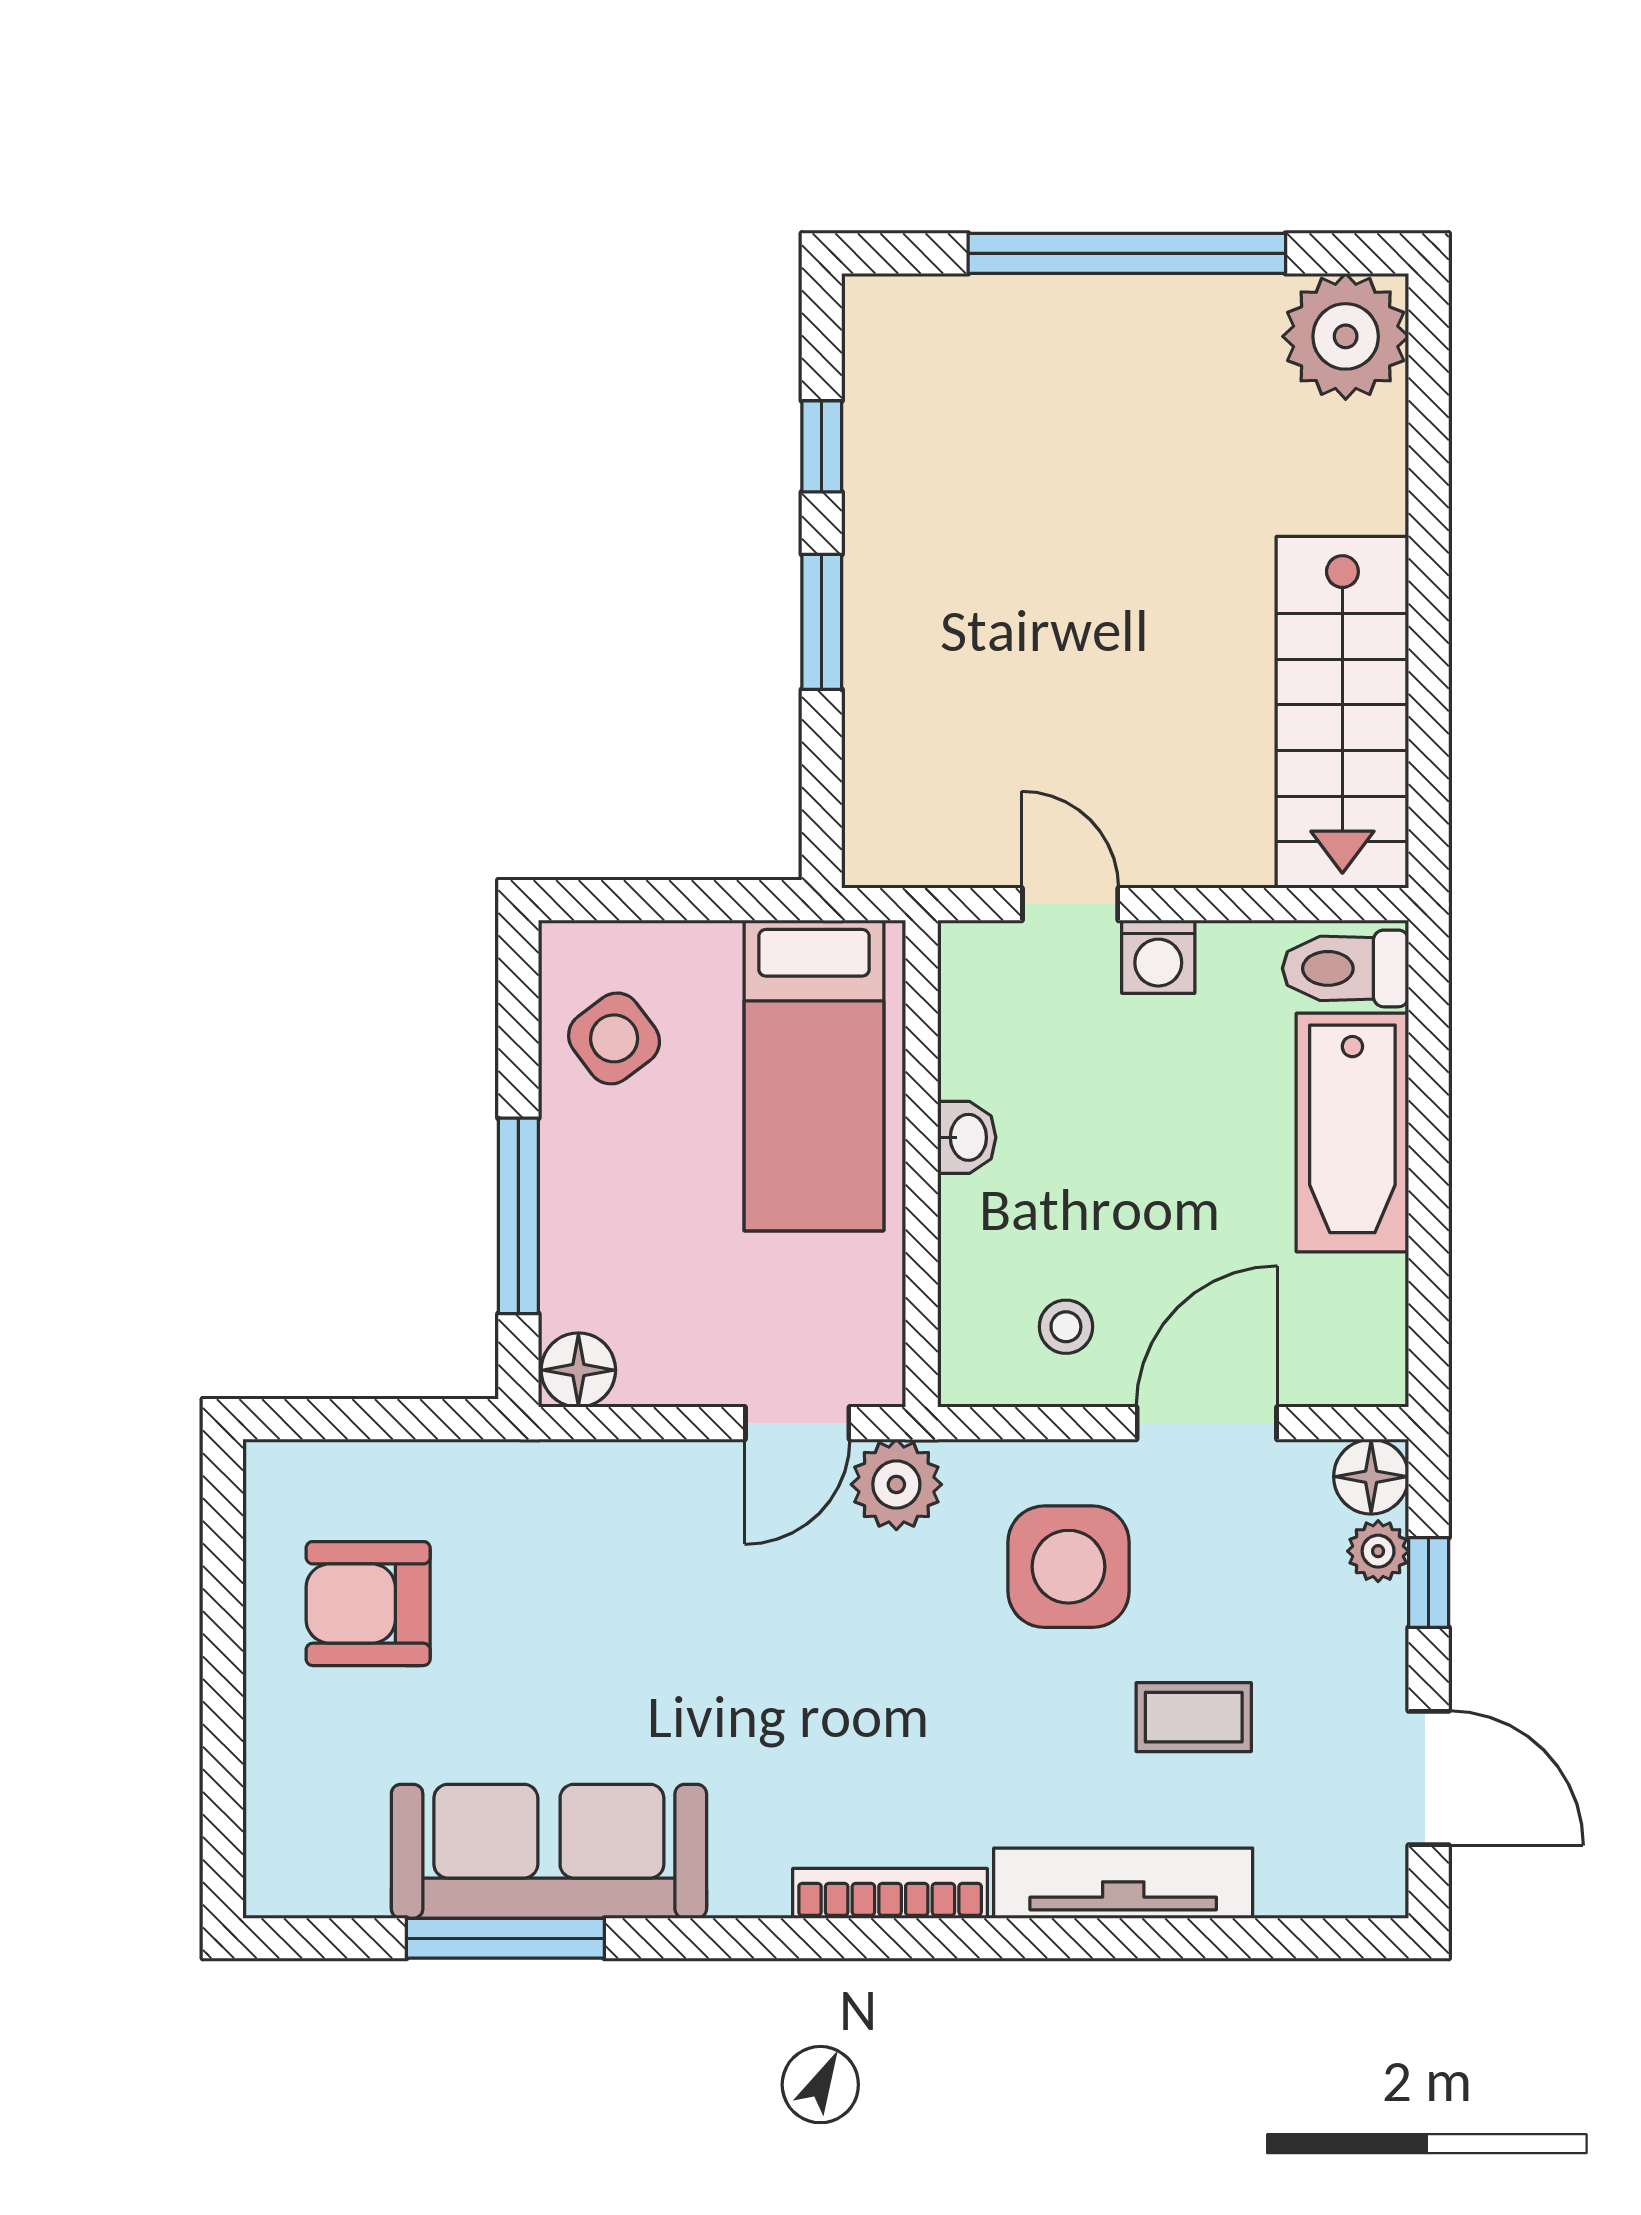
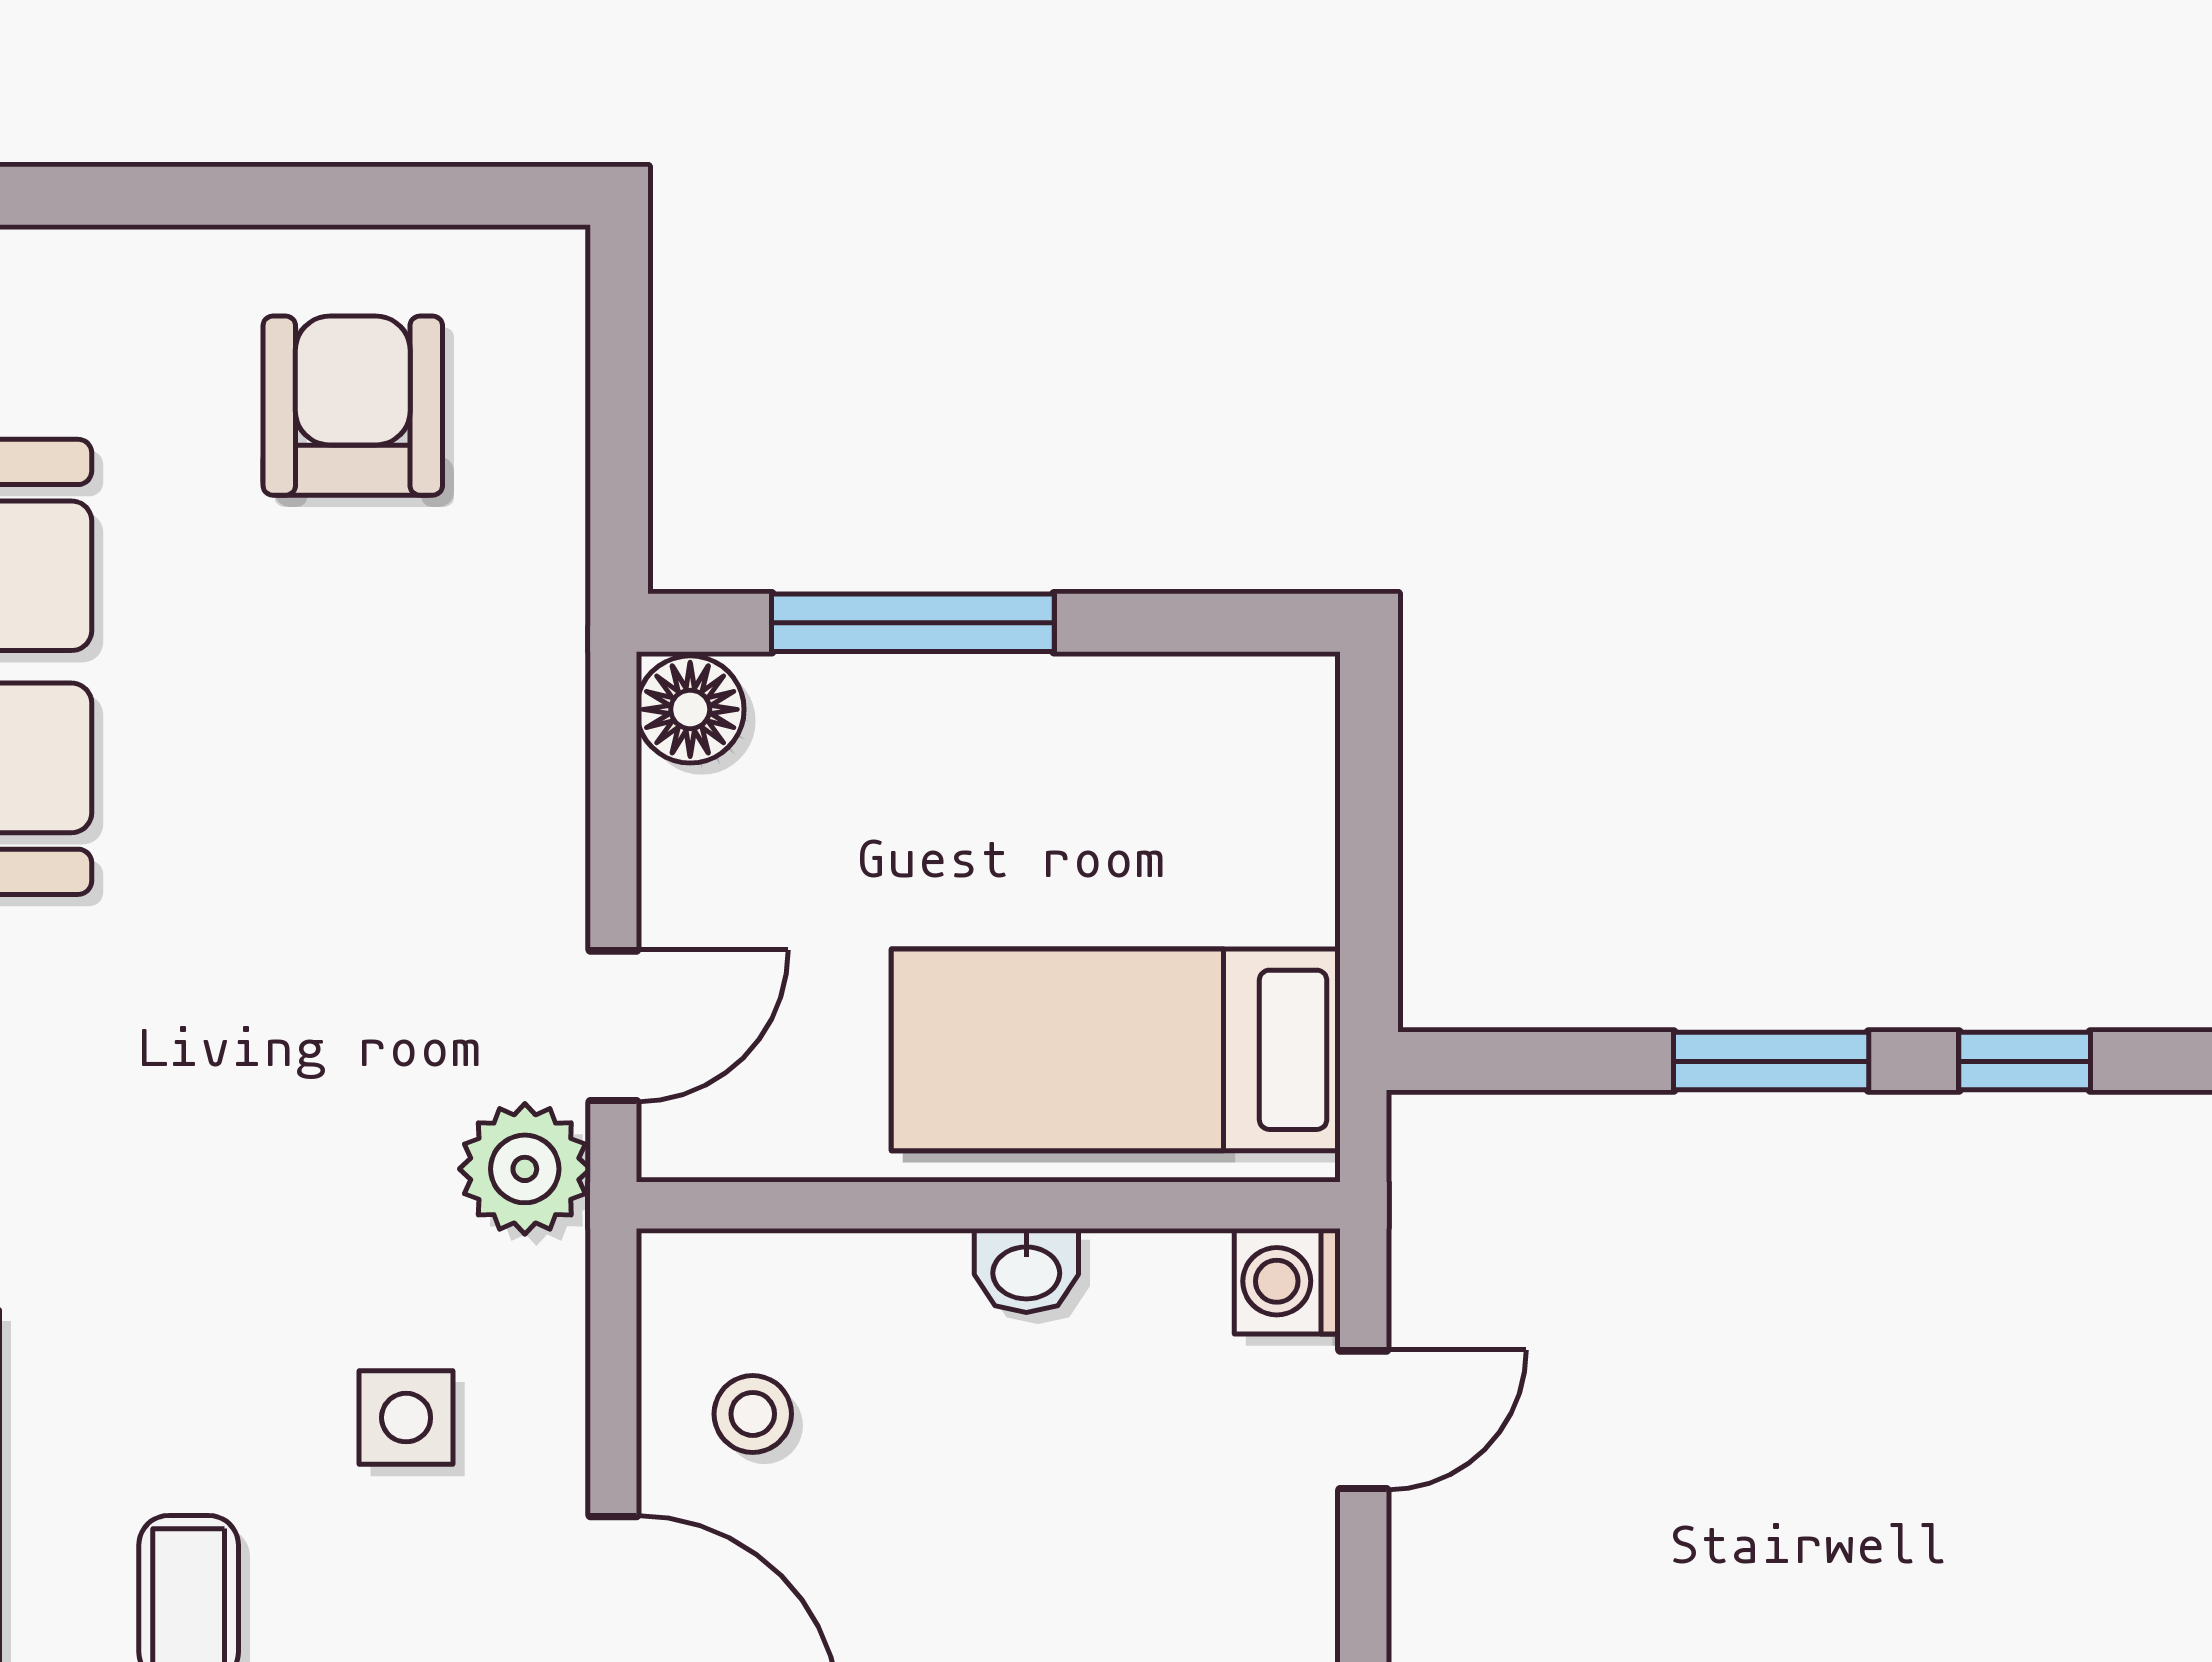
washing machine: (1158, 957) -> (1287, 1281), moved
side table: (614, 1038) -> (1169, 761), removed
door: (797, 1423) -> (613, 1026), swing flipped
side table: (1068, 1567) -> (406, 1418), width x0.54, depth x0.54

